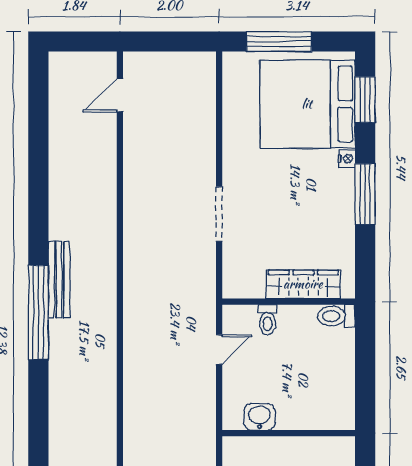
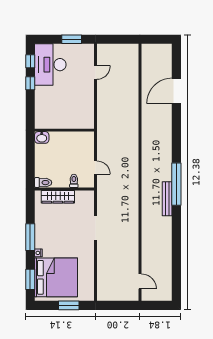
window: (279, 41) -> (69, 305), width x0.69
door: (120, 95) -> (140, 281), hinge flipped
door: (219, 350) -> (96, 168), swing flipped
washbasin: (259, 417) -> (42, 137), moved

